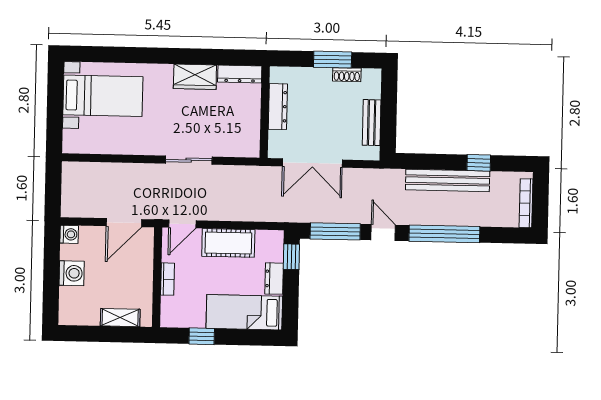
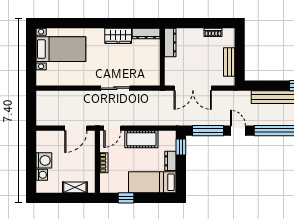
window: (333, 60) -> (204, 23), removed
dresser: (278, 107) -> (170, 42), moved
washing machine: (69, 234) -> (42, 175), moved

